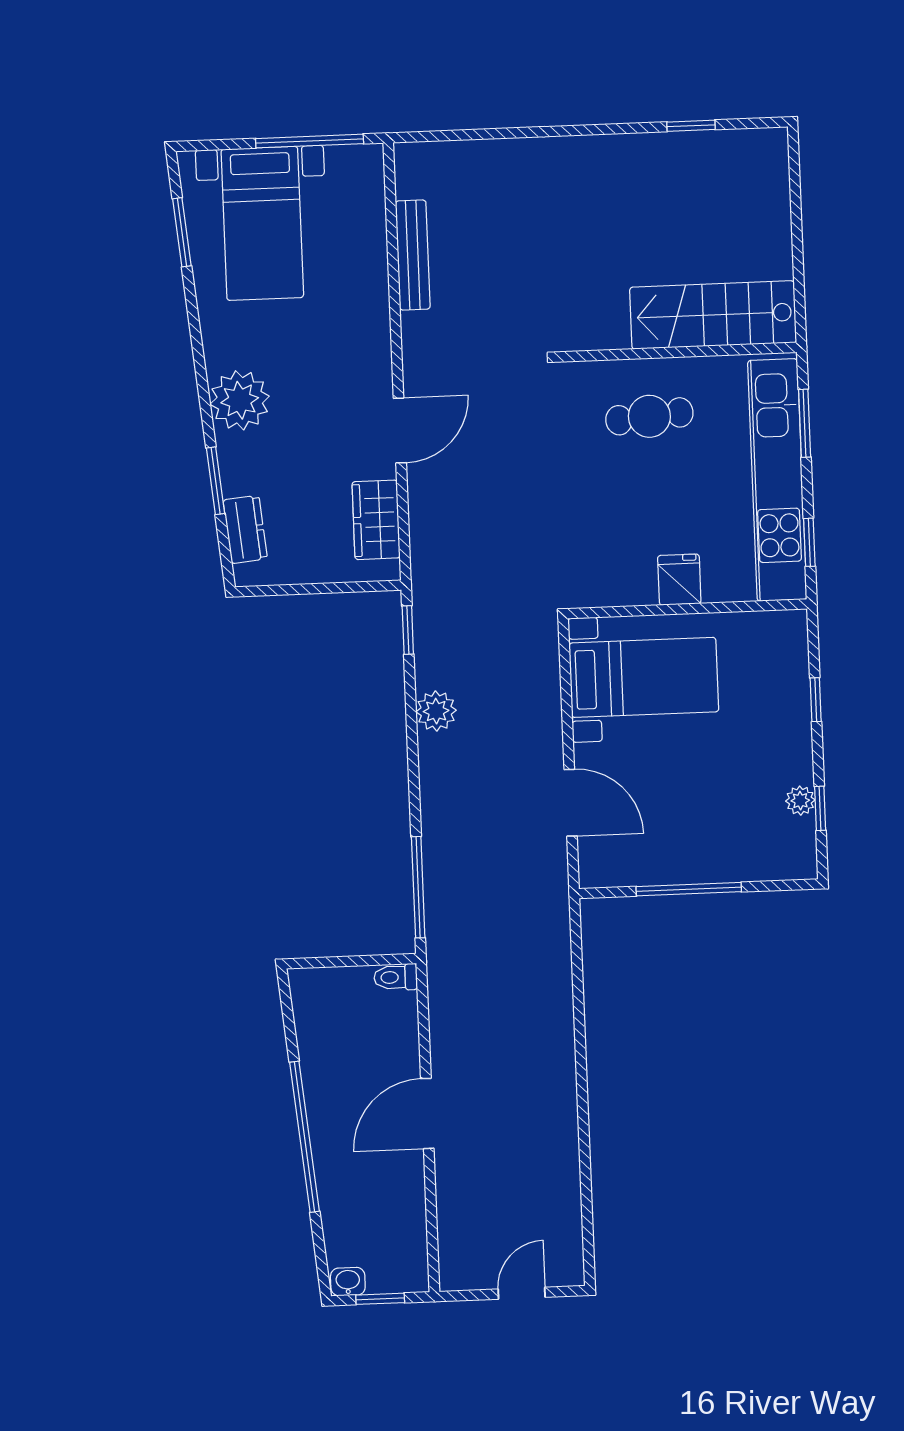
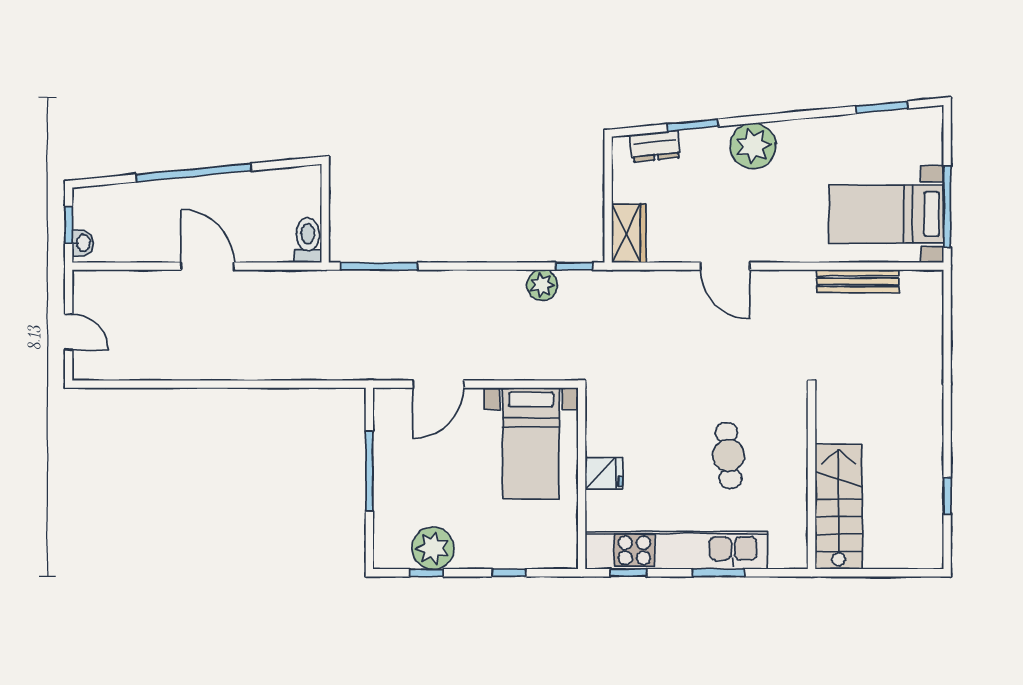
bed with nightstands: (262, 223) -> (886, 214), moved
stairs: (713, 315) -> (839, 507), moved
wall: (677, 352) -> (811, 478), moved
wardrobe: (376, 520) -> (629, 233), moved, turned 90
plant: (436, 711) -> (542, 285), moved
plant: (800, 801) -> (433, 548), width x1.87, depth x1.87
toilet: (396, 977) -> (308, 240), width x1.37, depth x1.39
washbasin: (348, 1282) -> (83, 243), moved

